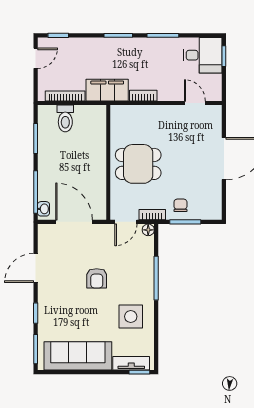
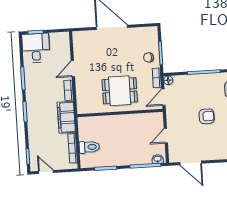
door: (195, 103) -> (73, 69), moved
dining table: (138, 164) -> (120, 91), turned 90
door: (74, 222) -> (166, 136), width x0.53
door: (126, 222) -> (163, 97), swing flipped
door: (36, 268) -> (191, 163), moved

